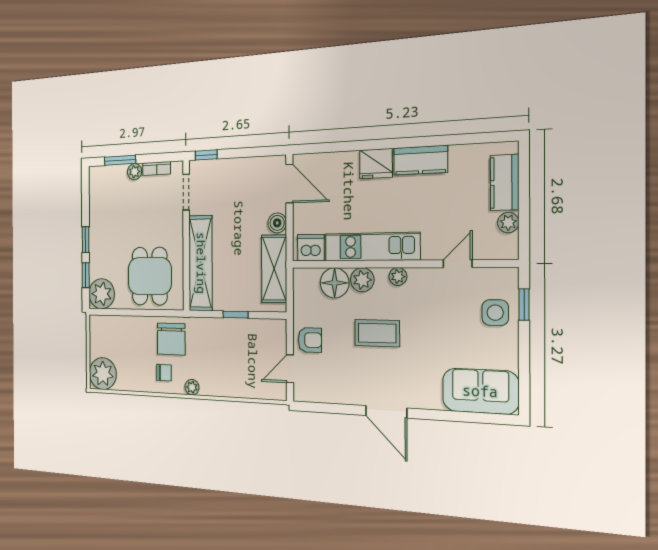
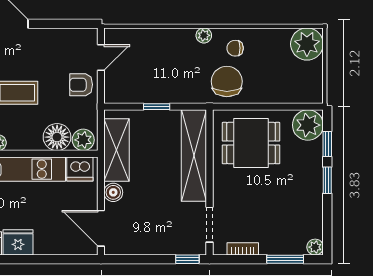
plant: (135, 172) -> (315, 247), moved
dining table: (150, 276) -> (251, 143), turned 90
plant: (362, 280) -> (83, 140), moved

